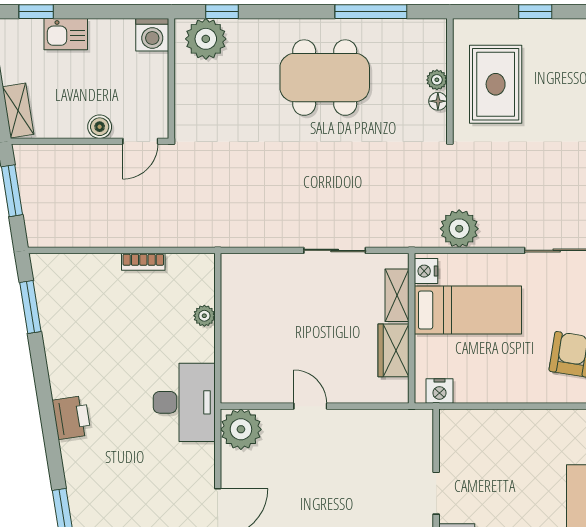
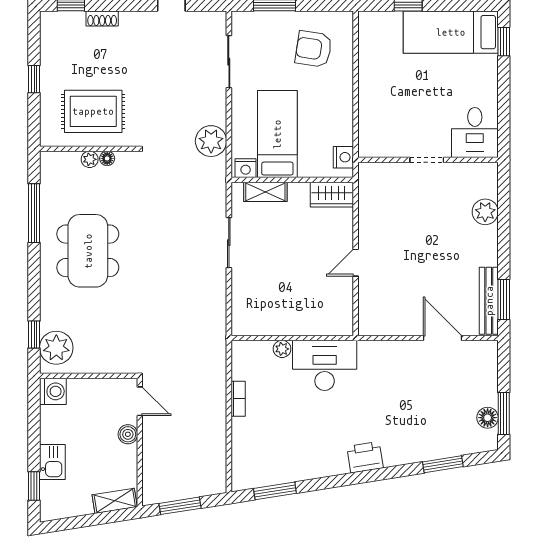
wardrobe: (393, 350) -> (332, 195), moved
desk: (184, 402) -> (325, 365), moved
plant: (241, 429) -> (375, 319), removed

